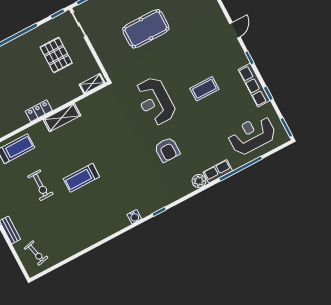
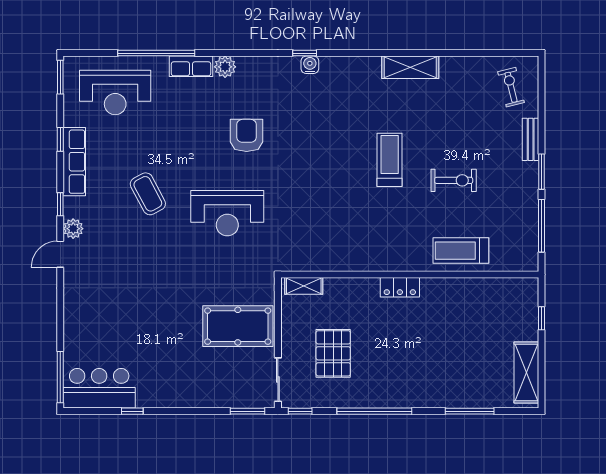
pool table: (146, 29) -> (238, 326), moved
plant: (235, 48) -> (73, 229), added
coffee table: (204, 89) -> (148, 194), turned 62
reception desk: (155, 101) -> (227, 213), turned 90
shelving: (62, 118) -> (410, 67), moved
treadmill: (81, 178) -> (390, 160), turned -90
exercise bike: (40, 185) -> (454, 180), turned 90
water cooler: (134, 217) -> (310, 65), moved

